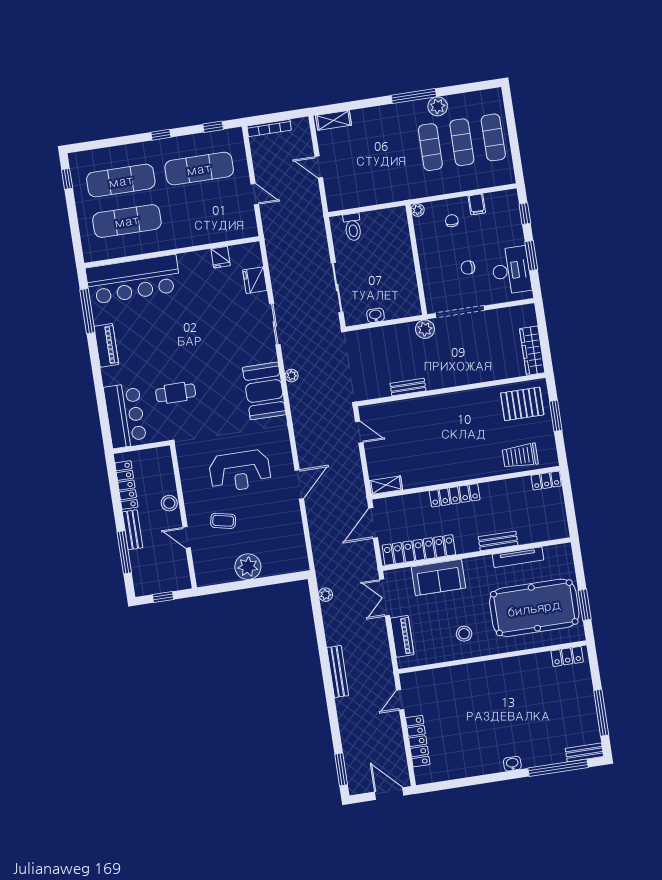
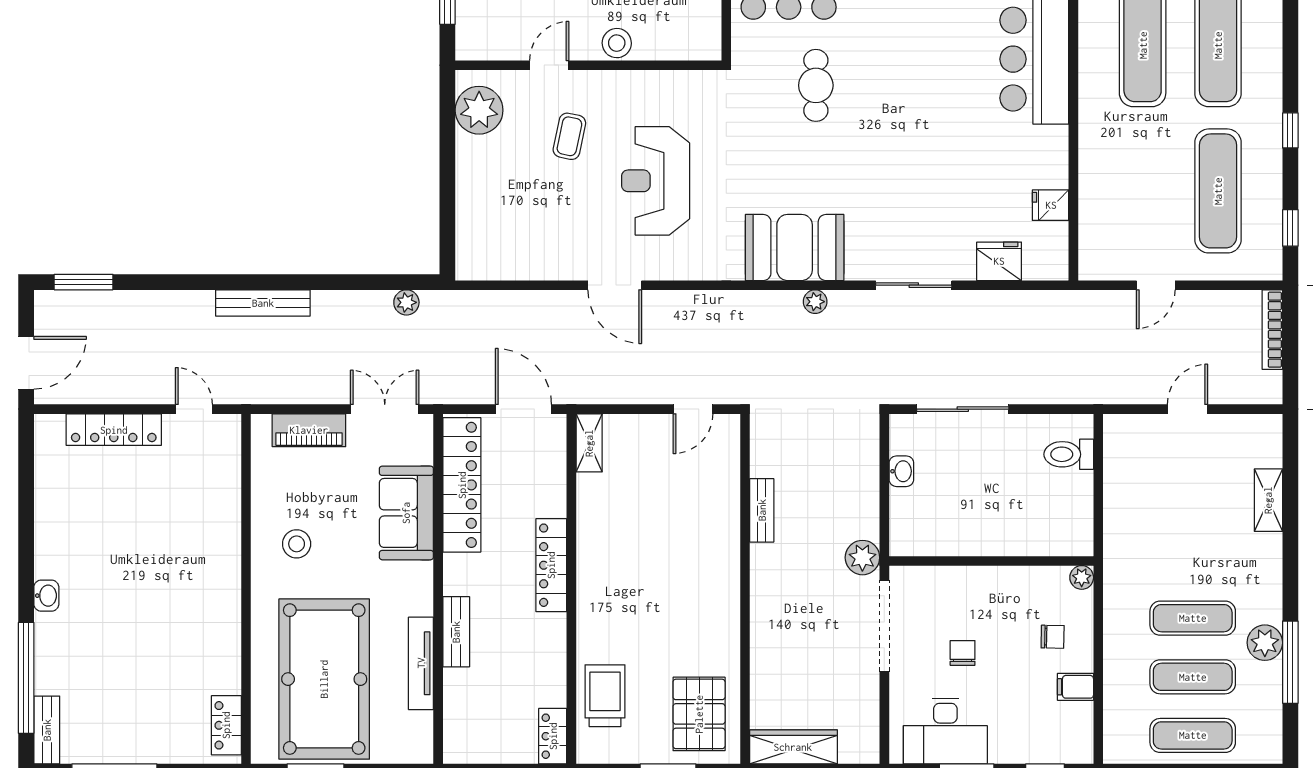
window: (414, 96) -> (1290, 662), moved
shelving: (334, 120) -> (1268, 500), moved
plant: (248, 567) -> (479, 110), moved

